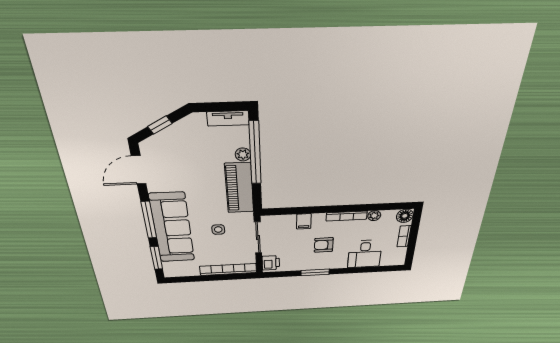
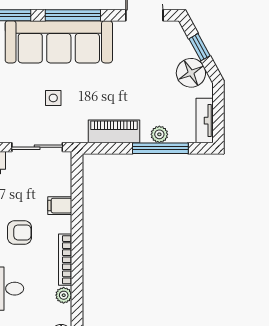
floor lamp: (185, 131) -> (191, 73), added
window: (255, 153) -> (160, 148), width x0.68
piano: (239, 188) -> (114, 131), width x0.73, depth x0.75
armchair: (324, 245) -> (19, 232), turned 90

